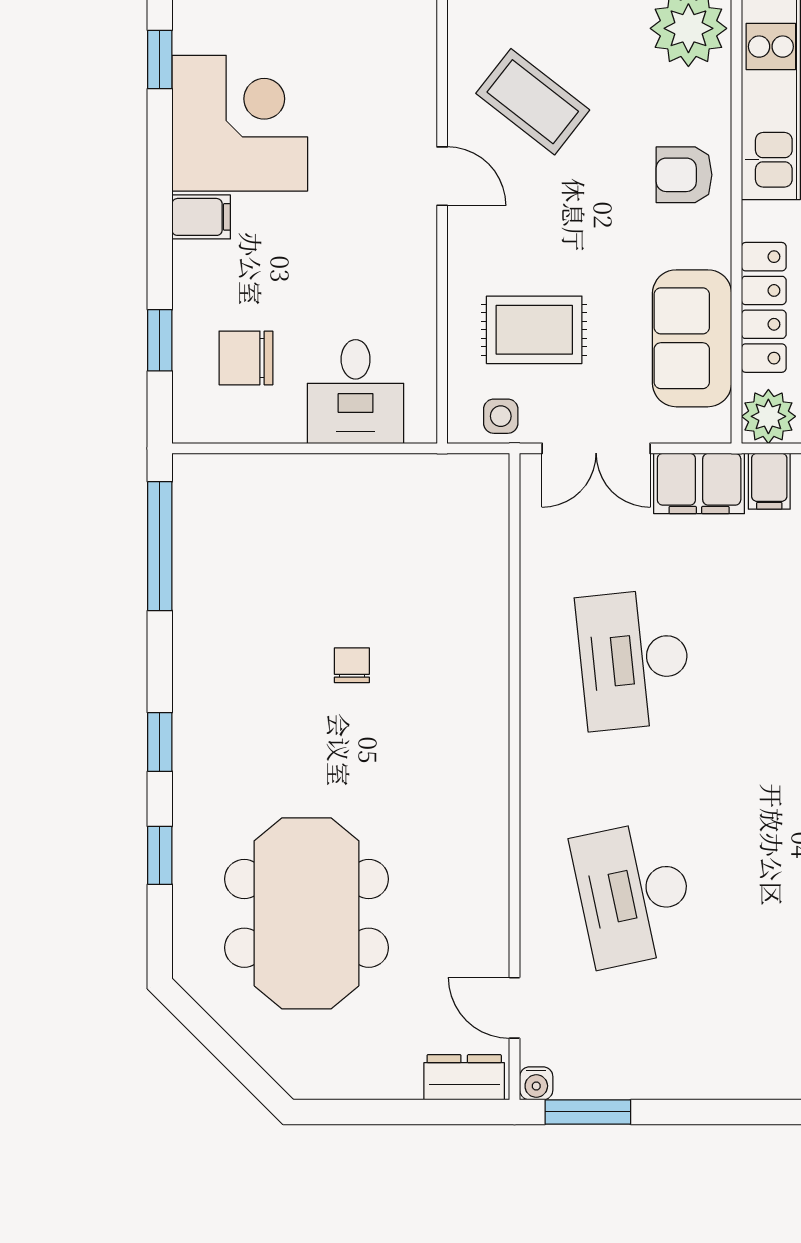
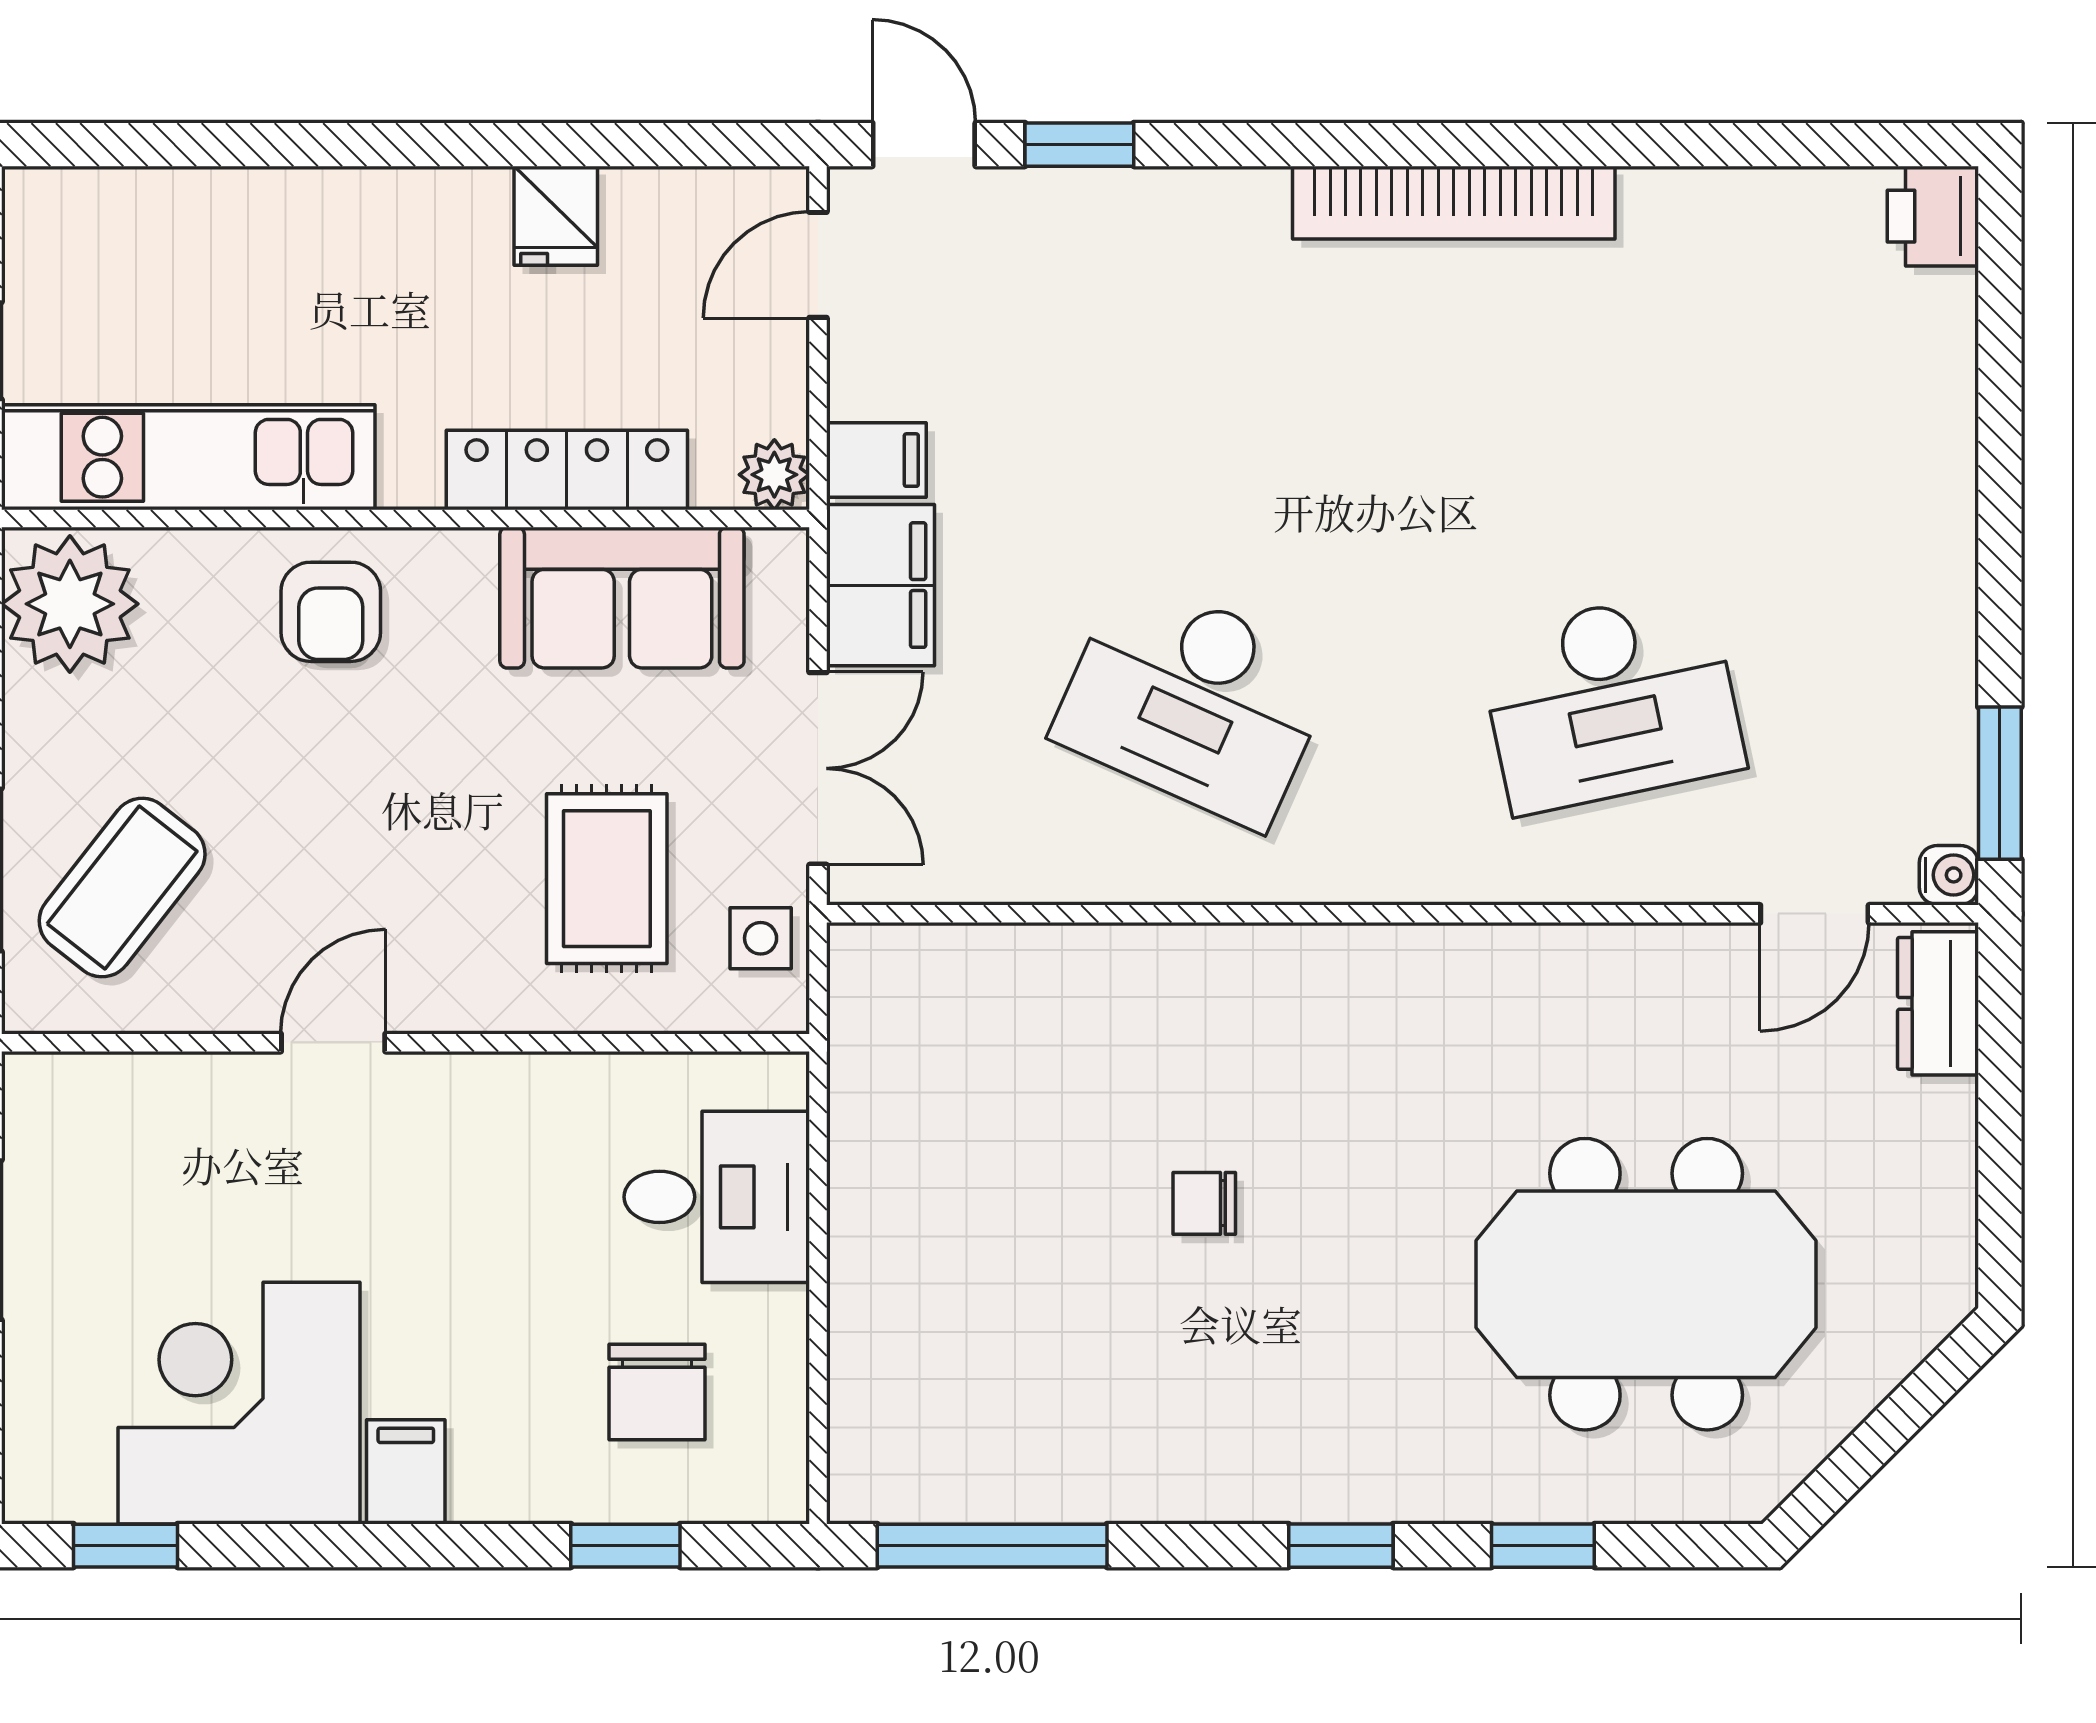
coffee table: (533, 102) -> (122, 888), moved
plant: (768, 416) -> (774, 475), width x0.73, depth x0.73
desk: (634, 659) -> (1194, 701), turned 30

